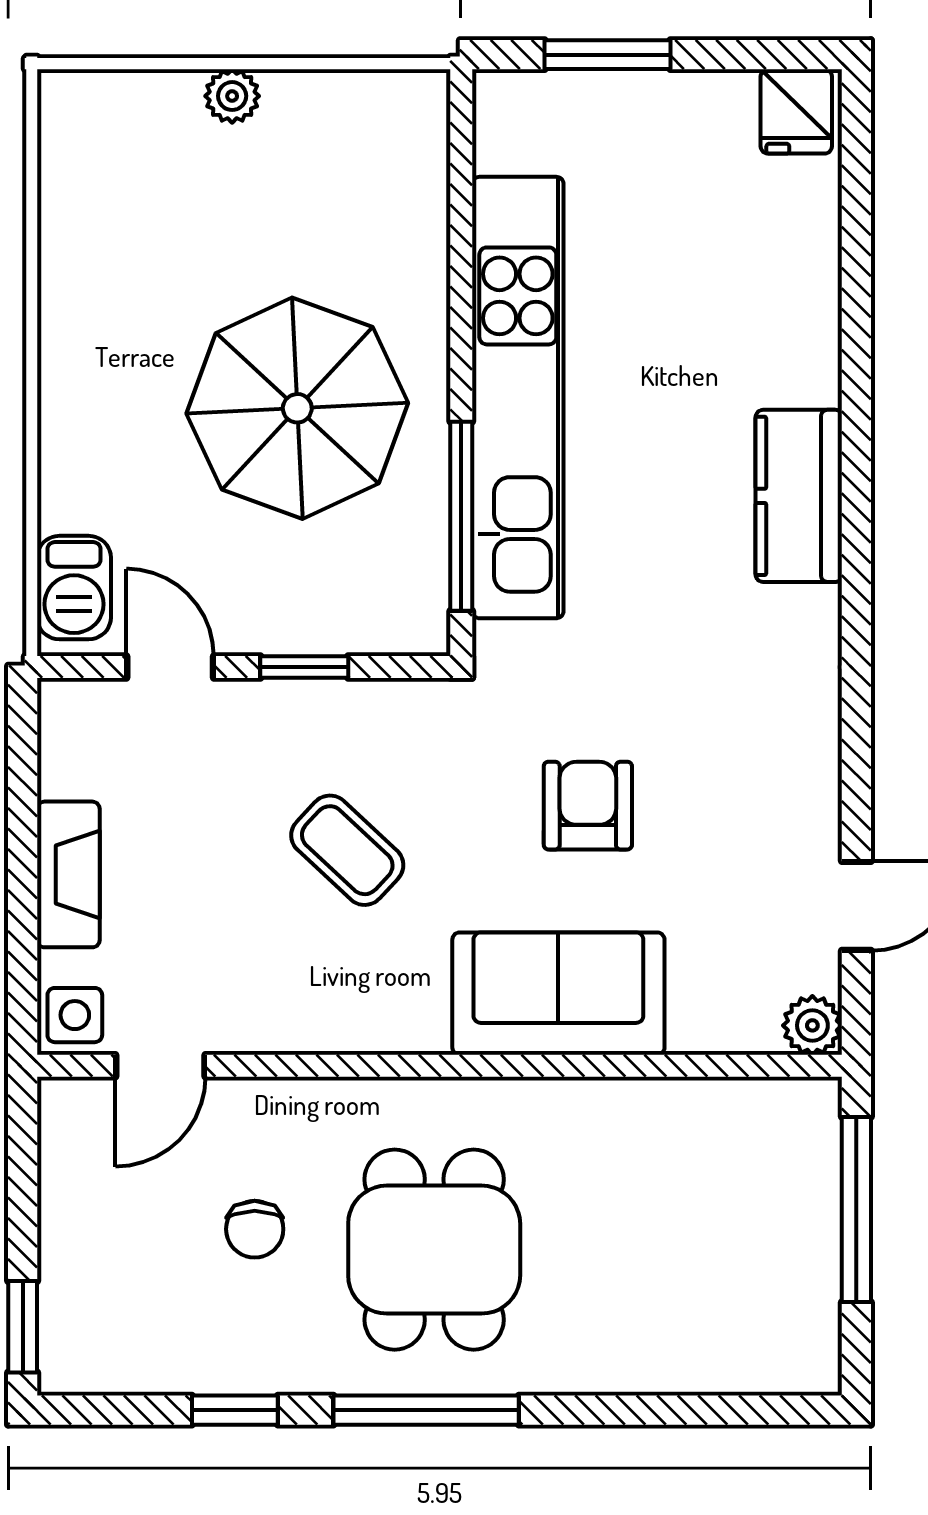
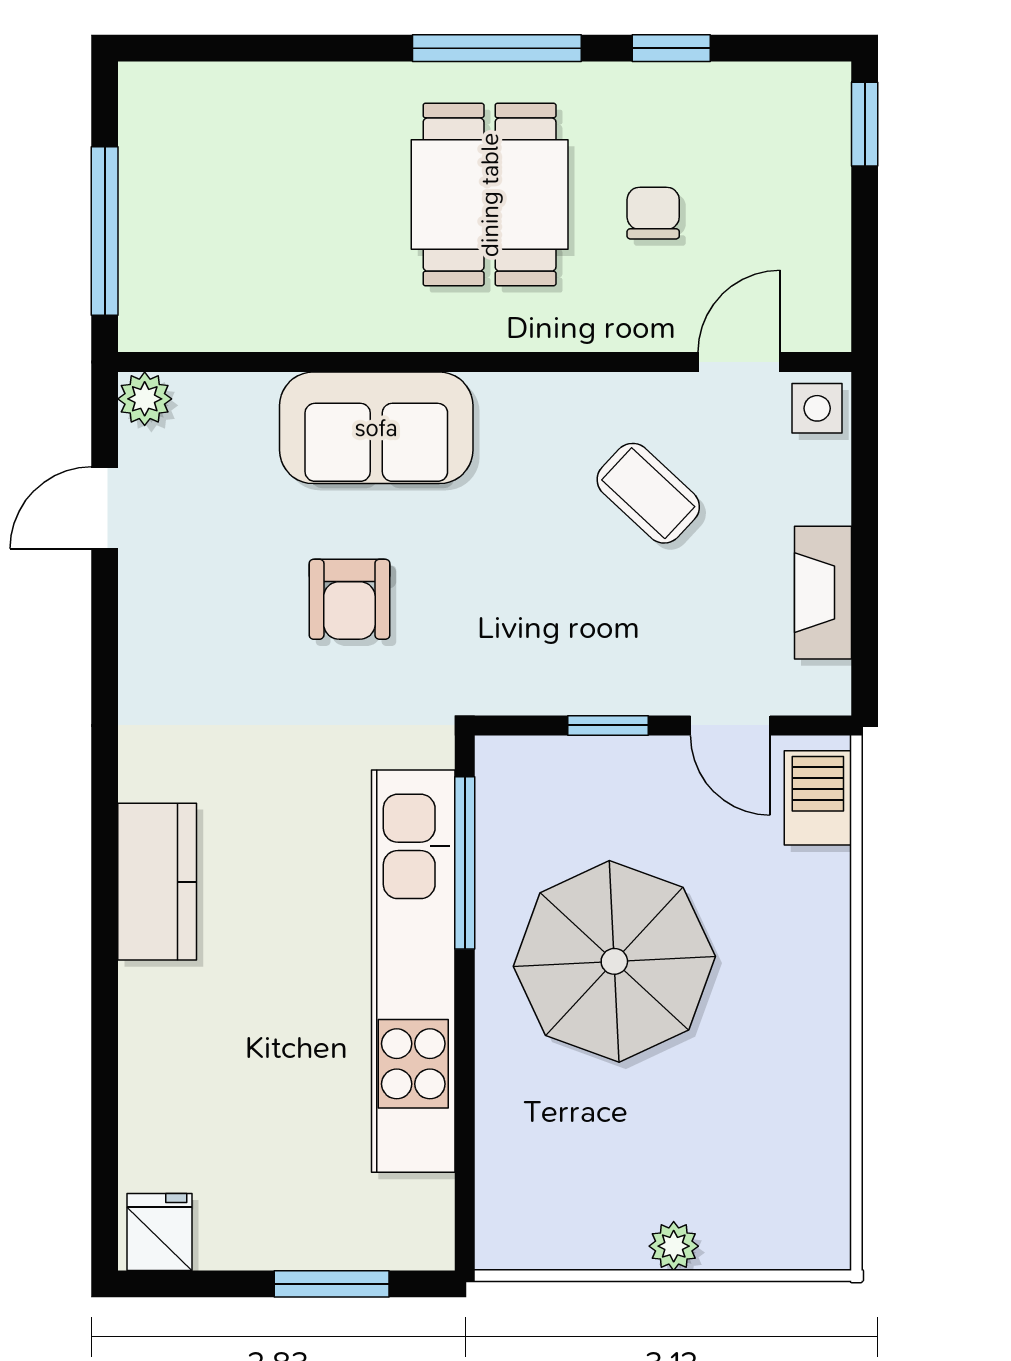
coffee table: (347, 850) -> (648, 493), moved
fireplace: (68, 874) -> (823, 593), moved

